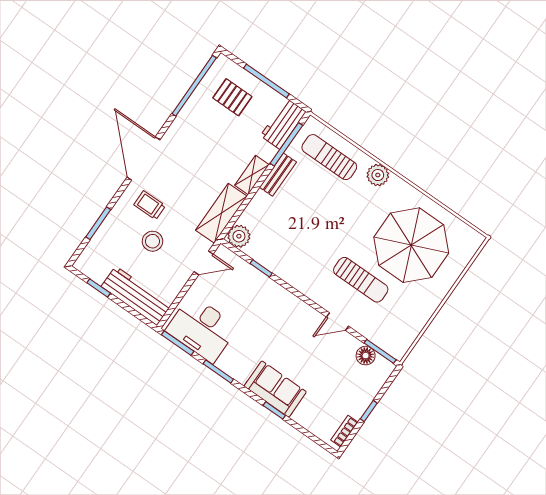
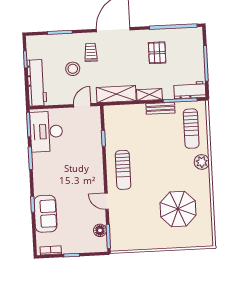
pallet: (232, 97) -> (157, 53), moved
sun lounger: (329, 157) -> (191, 129), turned 180
plant: (239, 236) -> (111, 113), removed
parasol: (411, 245) -> (178, 209), width x0.73, depth x0.73
door: (204, 263) -> (82, 105), swing flipped
sun lounger: (361, 280) -> (123, 170), moved
sofa: (275, 389) -> (45, 214), moved

